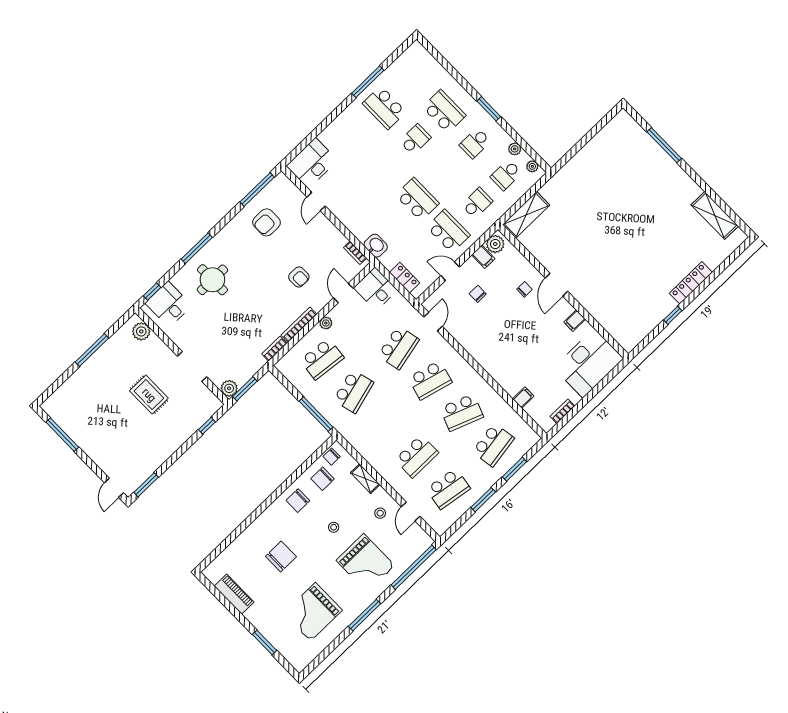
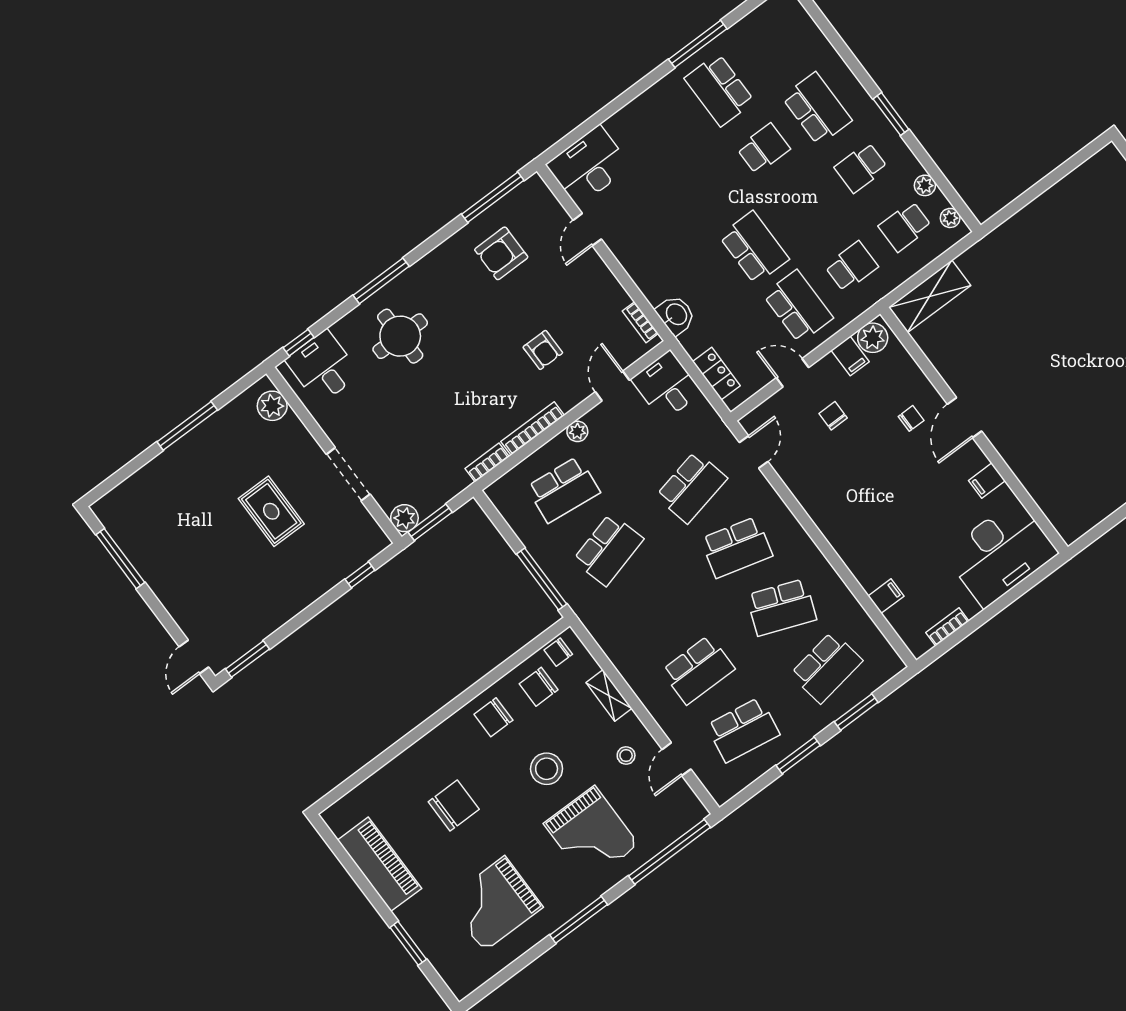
stool: (334, 527) -> (547, 769), width x1.89, depth x1.89
piano: (234, 594) -> (380, 864), width x1.37, depth x1.33

